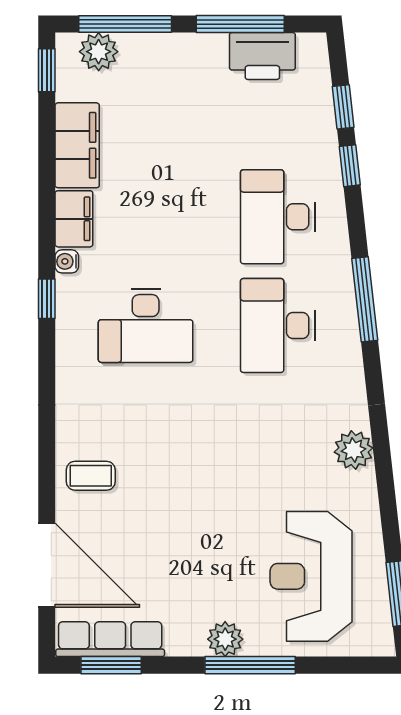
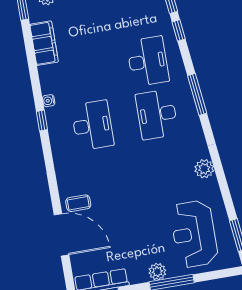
desk: (278, 217) -> (148, 61), turned 180
filing cabinet: (74, 219) -> (49, 79), removed
desk: (146, 326) -> (92, 125), turned -90
door: (47, 565) -> (61, 235), moved

